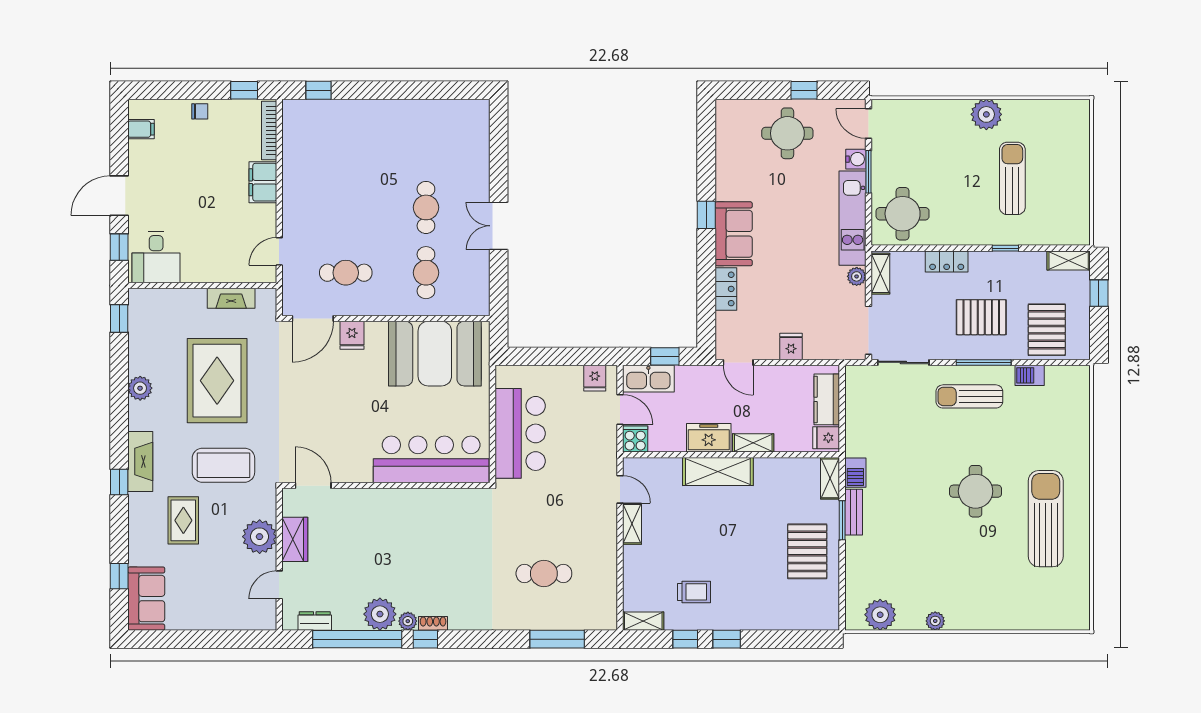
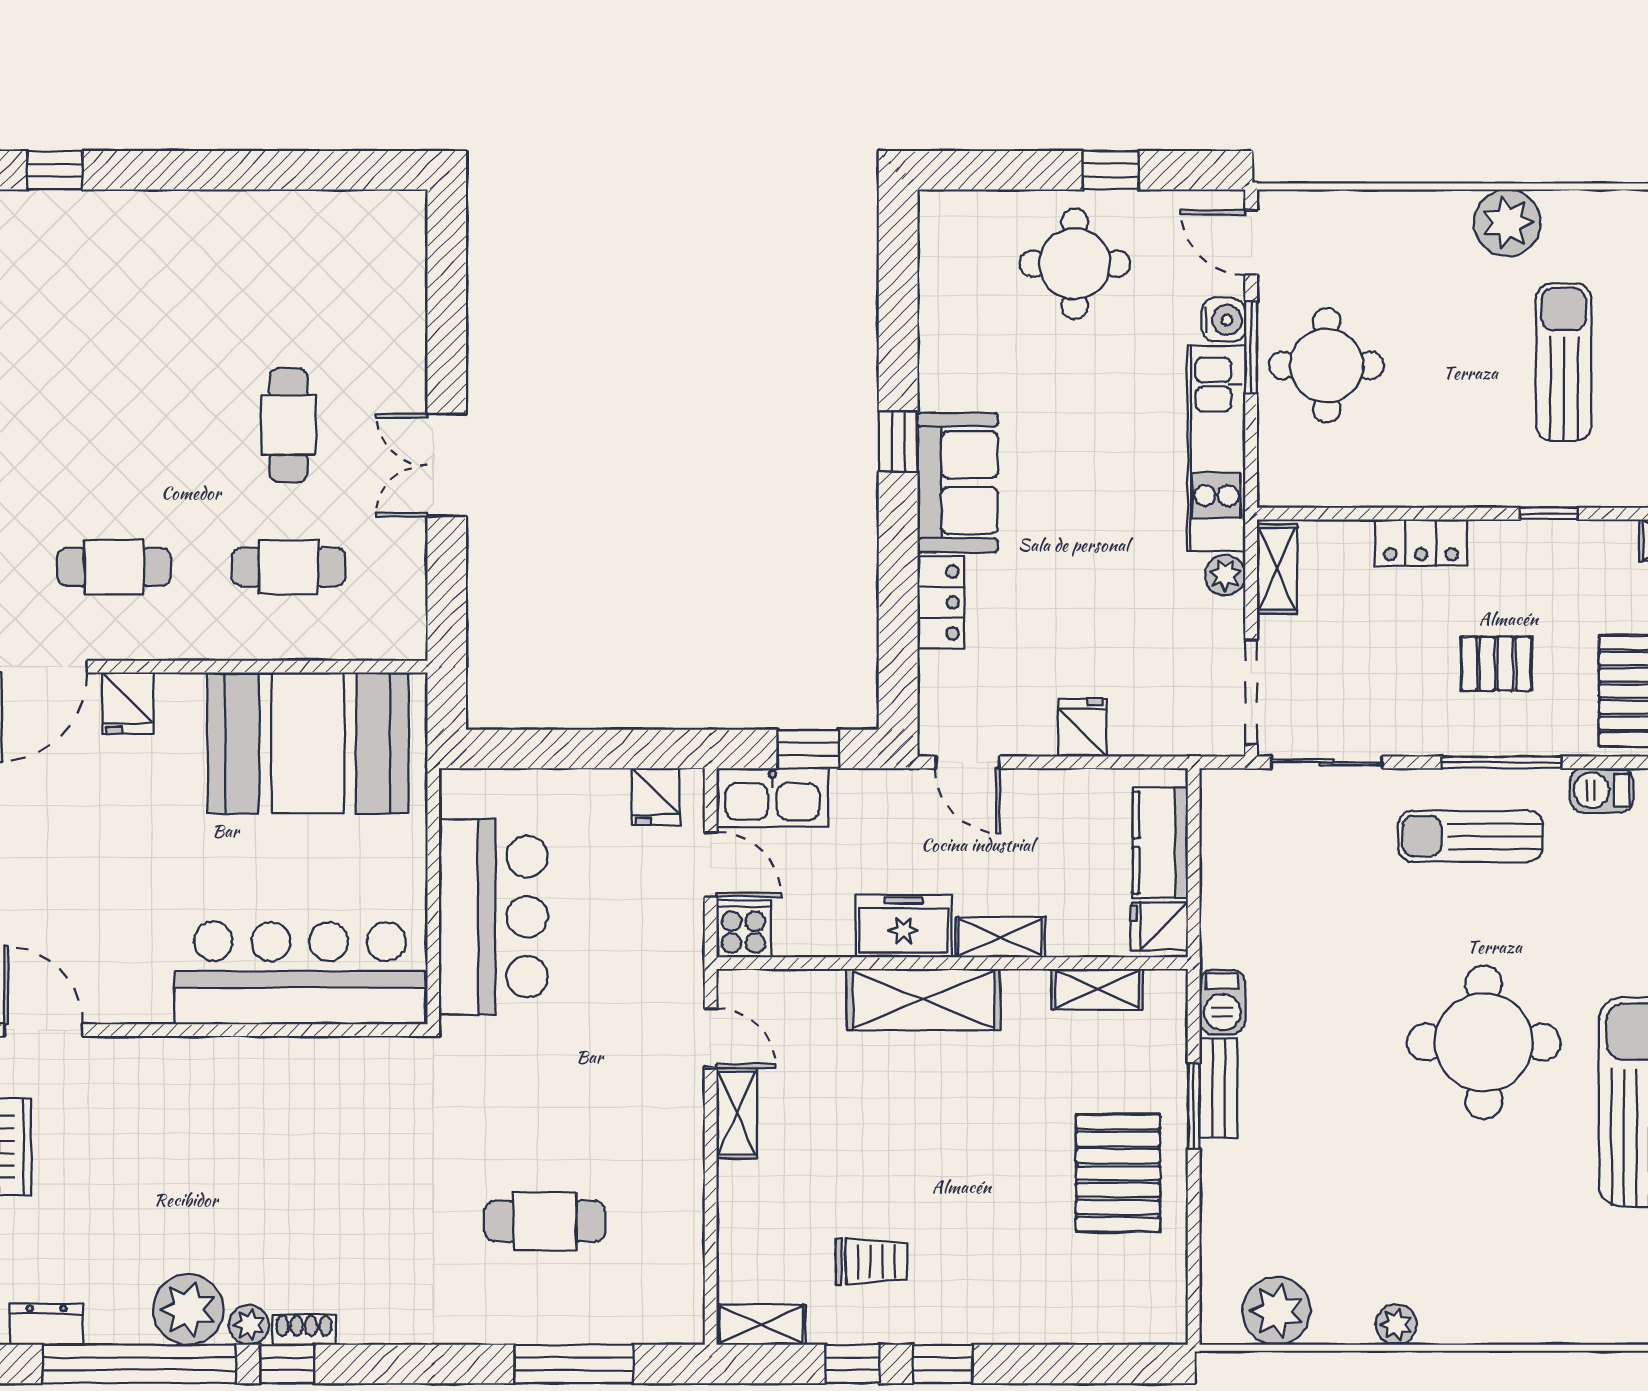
round table: (903, 214) -> (1327, 365), moved
cafe table: (426, 273) -> (289, 567), turned 90
pallet: (981, 317) -> (1496, 664), width x0.67, depth x0.71
shelving: (830, 478) -> (1097, 989), moved, turned 90
round table: (976, 491) -> (1484, 1042), width x1.36, depth x1.36

